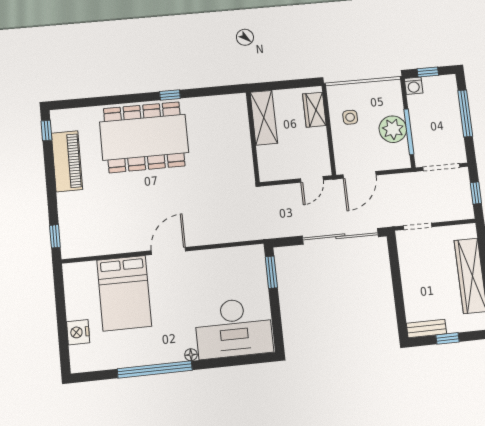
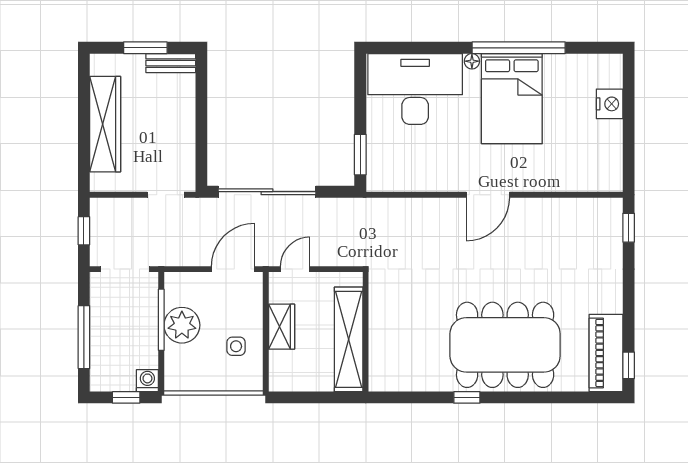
wardrobe: (314, 110) -> (282, 327), moved
shelving: (264, 118) -> (349, 339), width x1.47
piano: (67, 161) -> (606, 353), moved
bed: (124, 293) -> (512, 99), moved, turned 180
window: (448, 338) -> (145, 48), width x1.50

